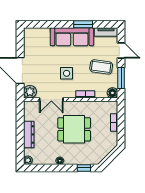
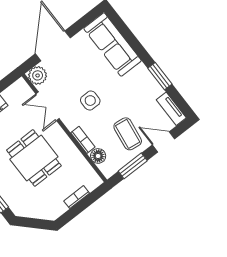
sofa: (72, 37) -> (113, 44), moved
door: (121, 51) -> (164, 142), swing flipped
floor lamp: (112, 93) -> (98, 156), moved

